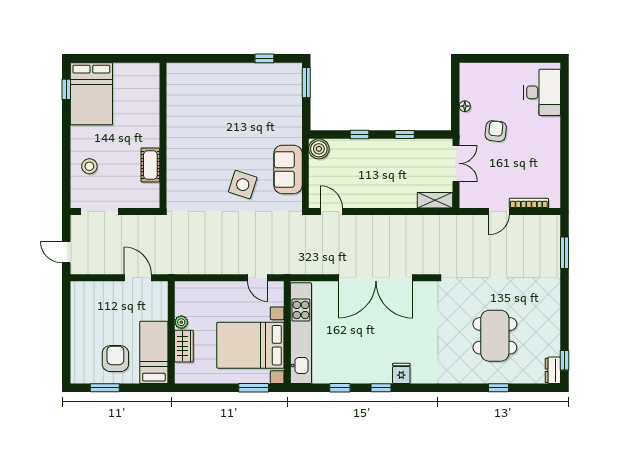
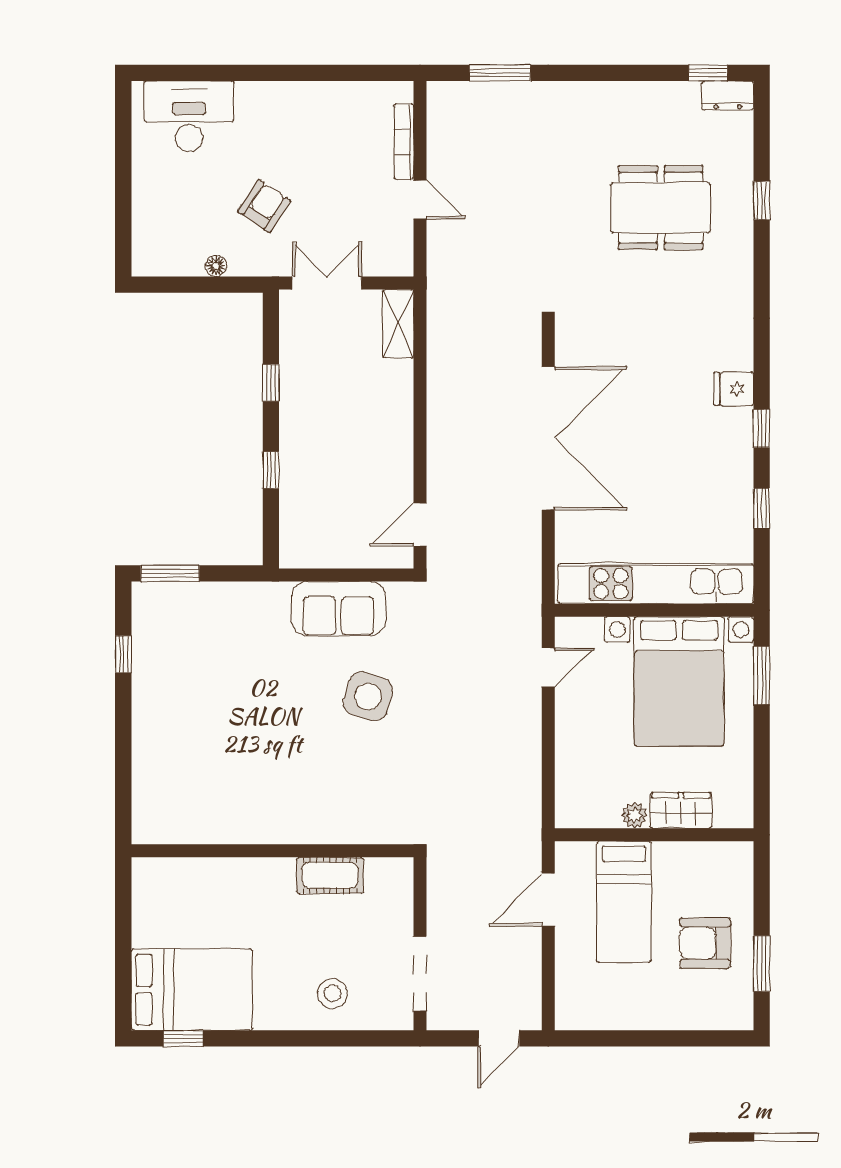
armchair: (496, 131) -> (264, 206), turned 118
boiler: (319, 149) -> (299, 549), removed
bed: (154, 352) -> (624, 902), moved, turned -90

